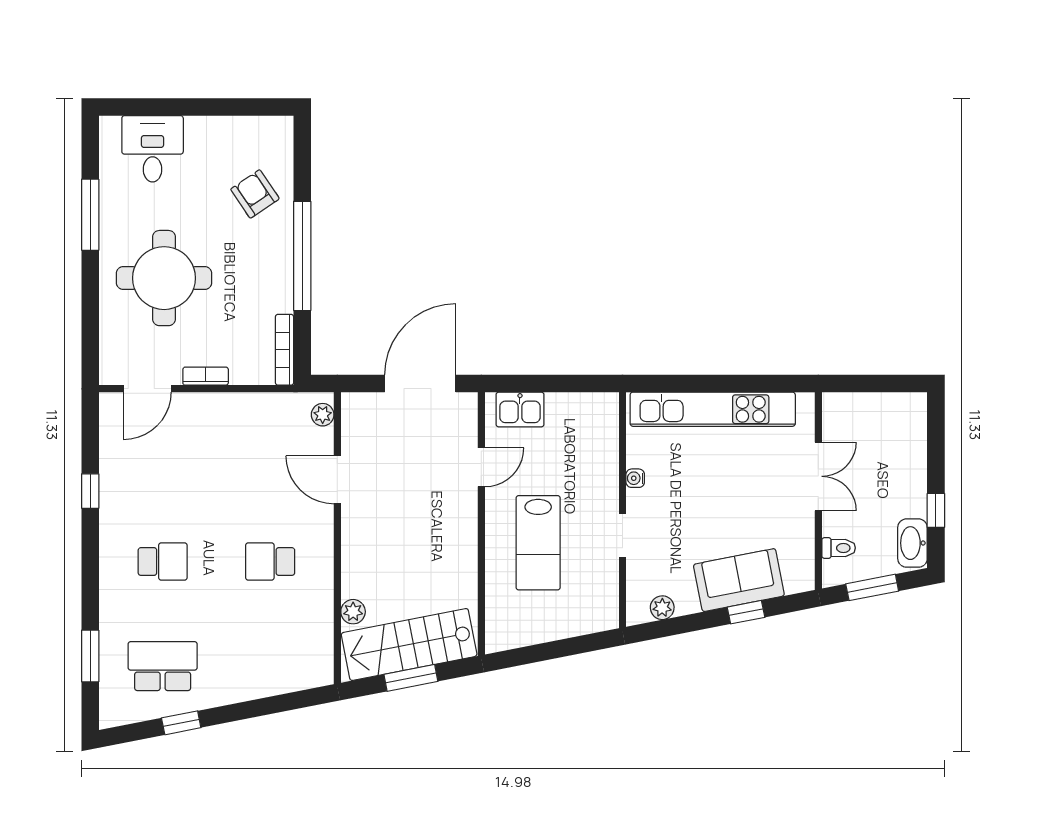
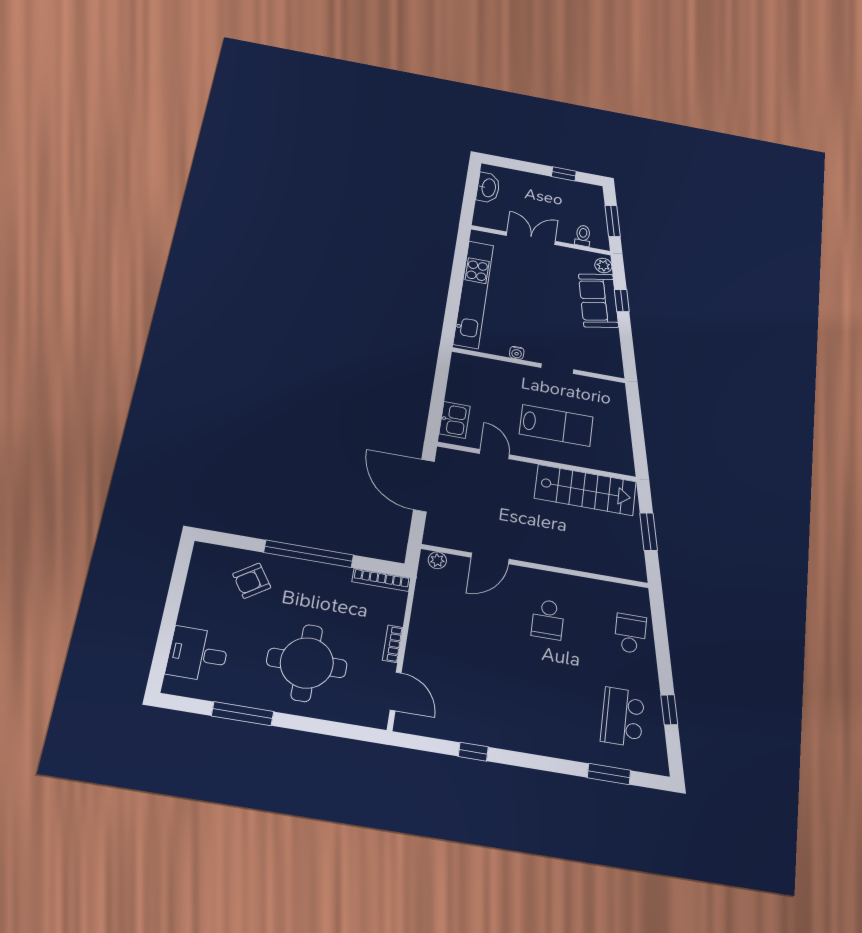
washbasin: (912, 543) -> (488, 188), moved, turned -90
school desk: (163, 562) -> (630, 633), moved
plant: (662, 608) -> (603, 266), moved
plant: (353, 612) -> (594, 565), removed
stairs: (409, 644) -> (585, 490), moved, turned -79

